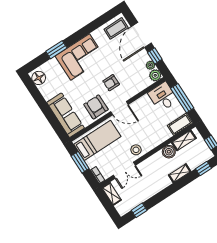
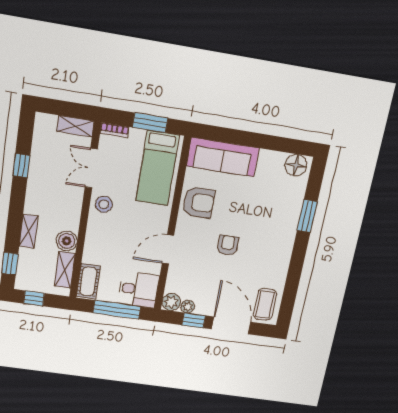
corner sofa: (80, 57) -> (273, 236), removed
armchair: (111, 83) -> (228, 245), moved
door: (119, 108) -> (168, 249), moved
window: (139, 210) -> (21, 166), moved

